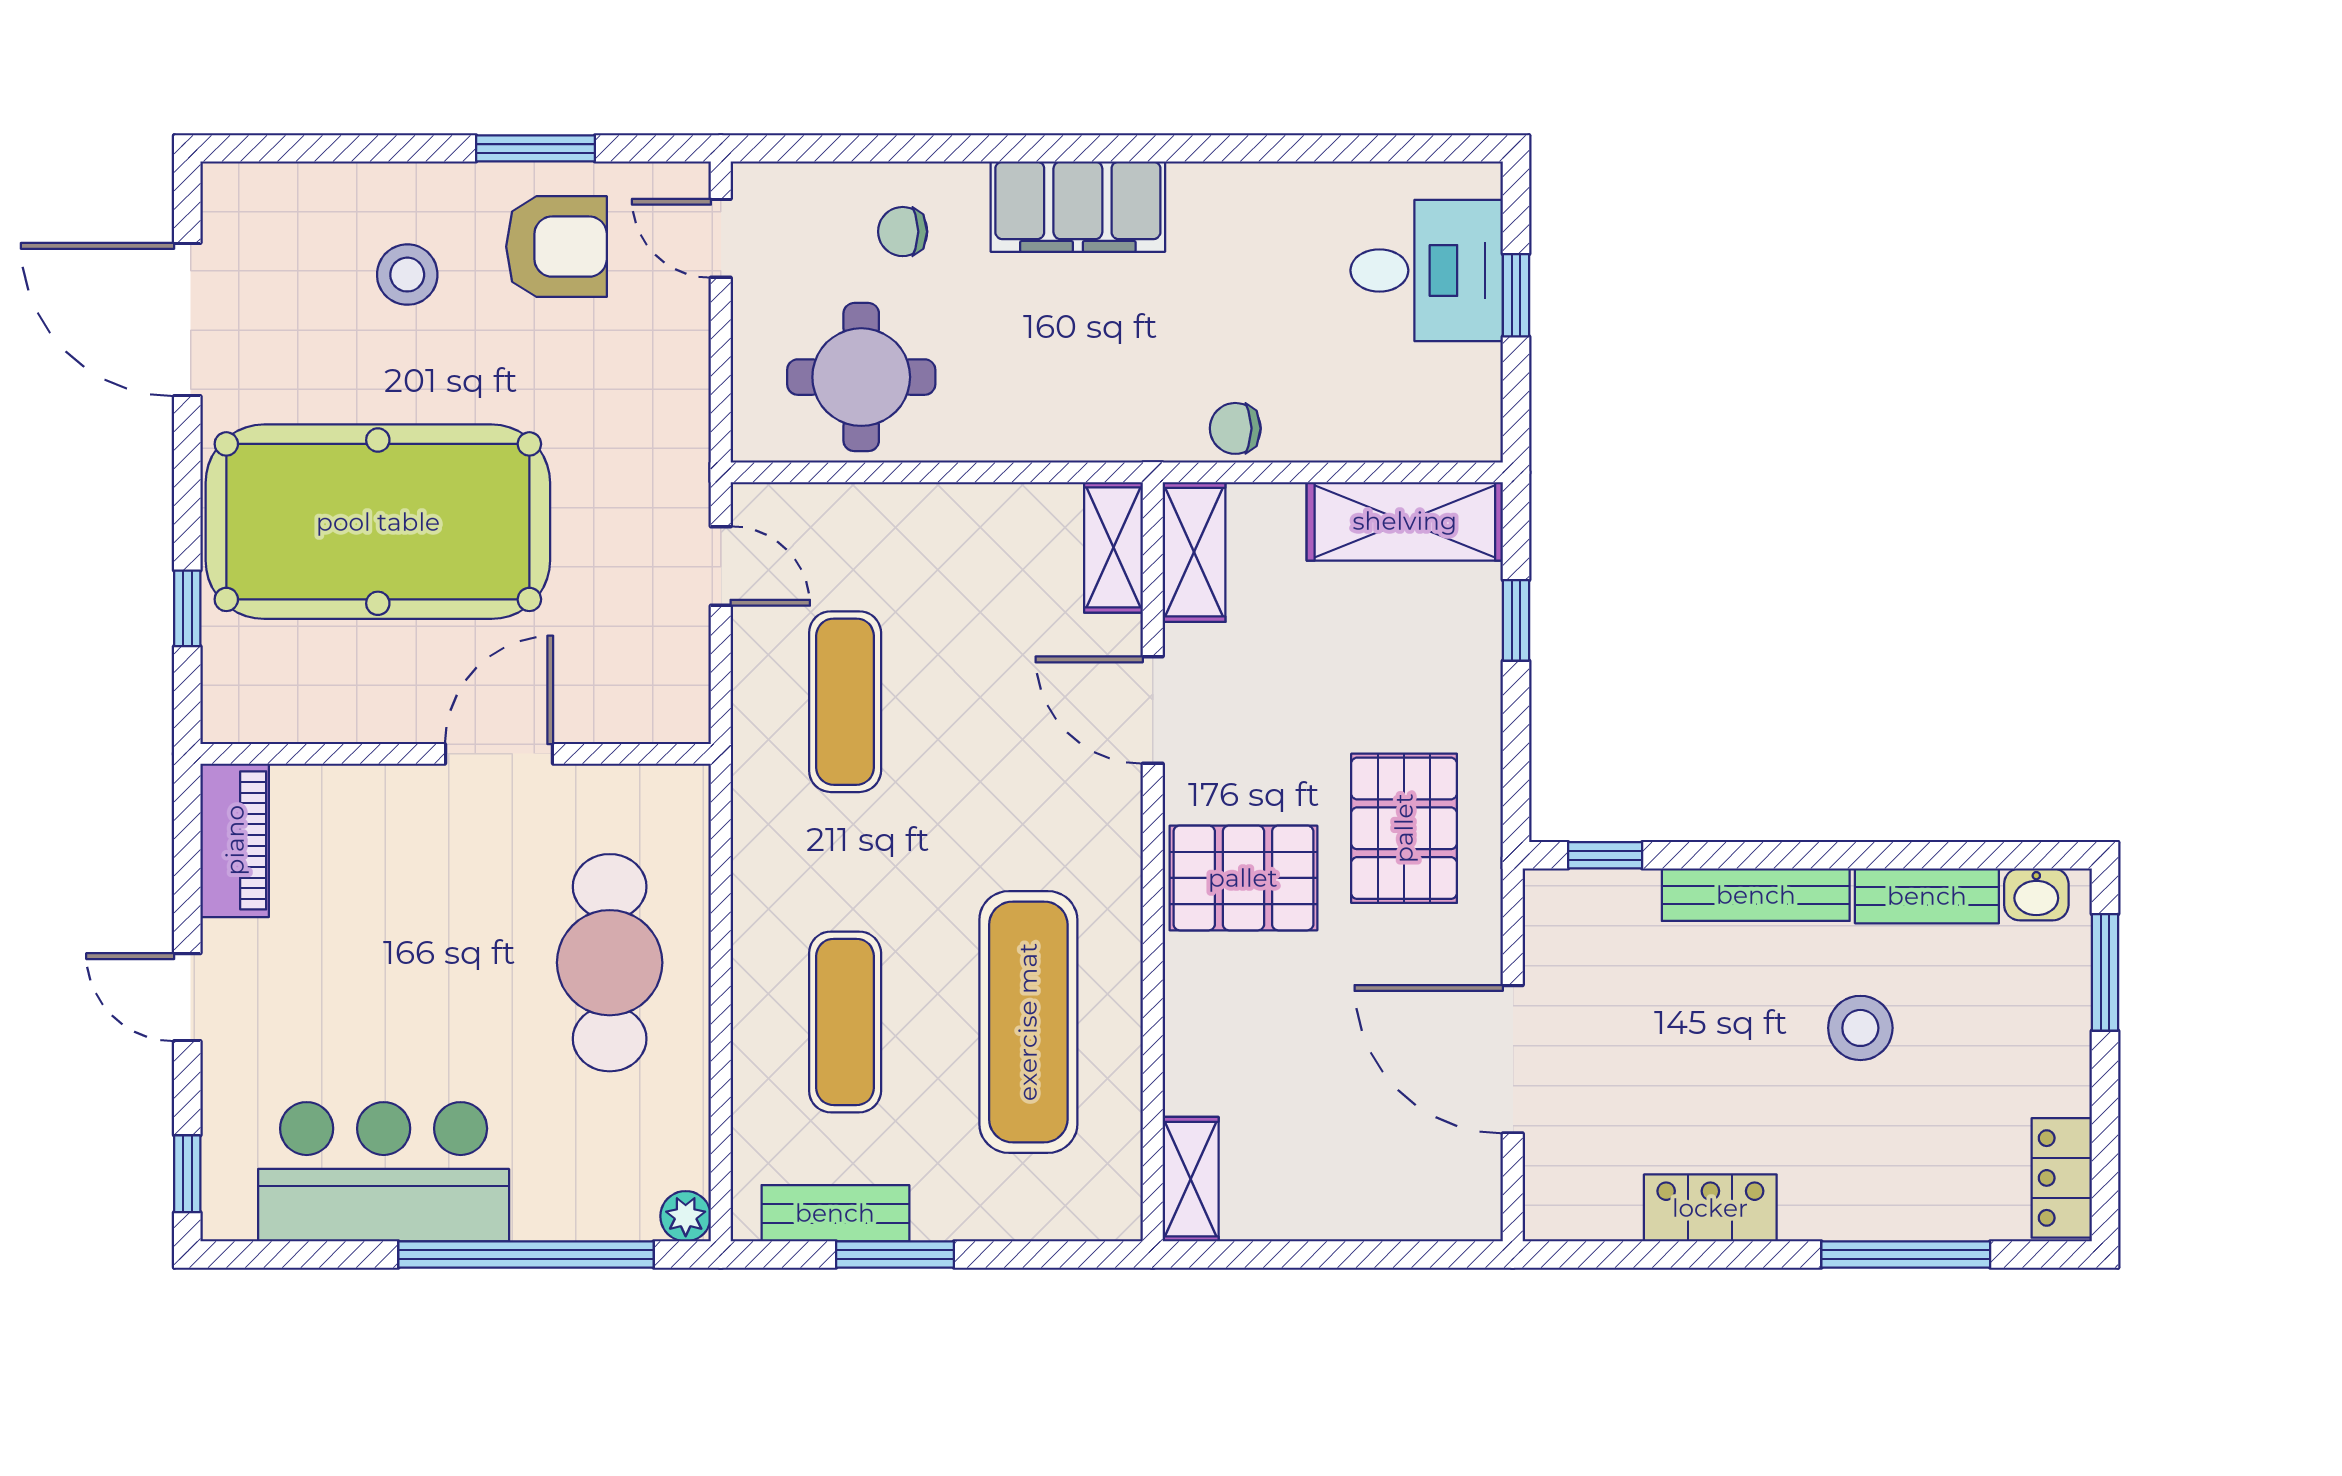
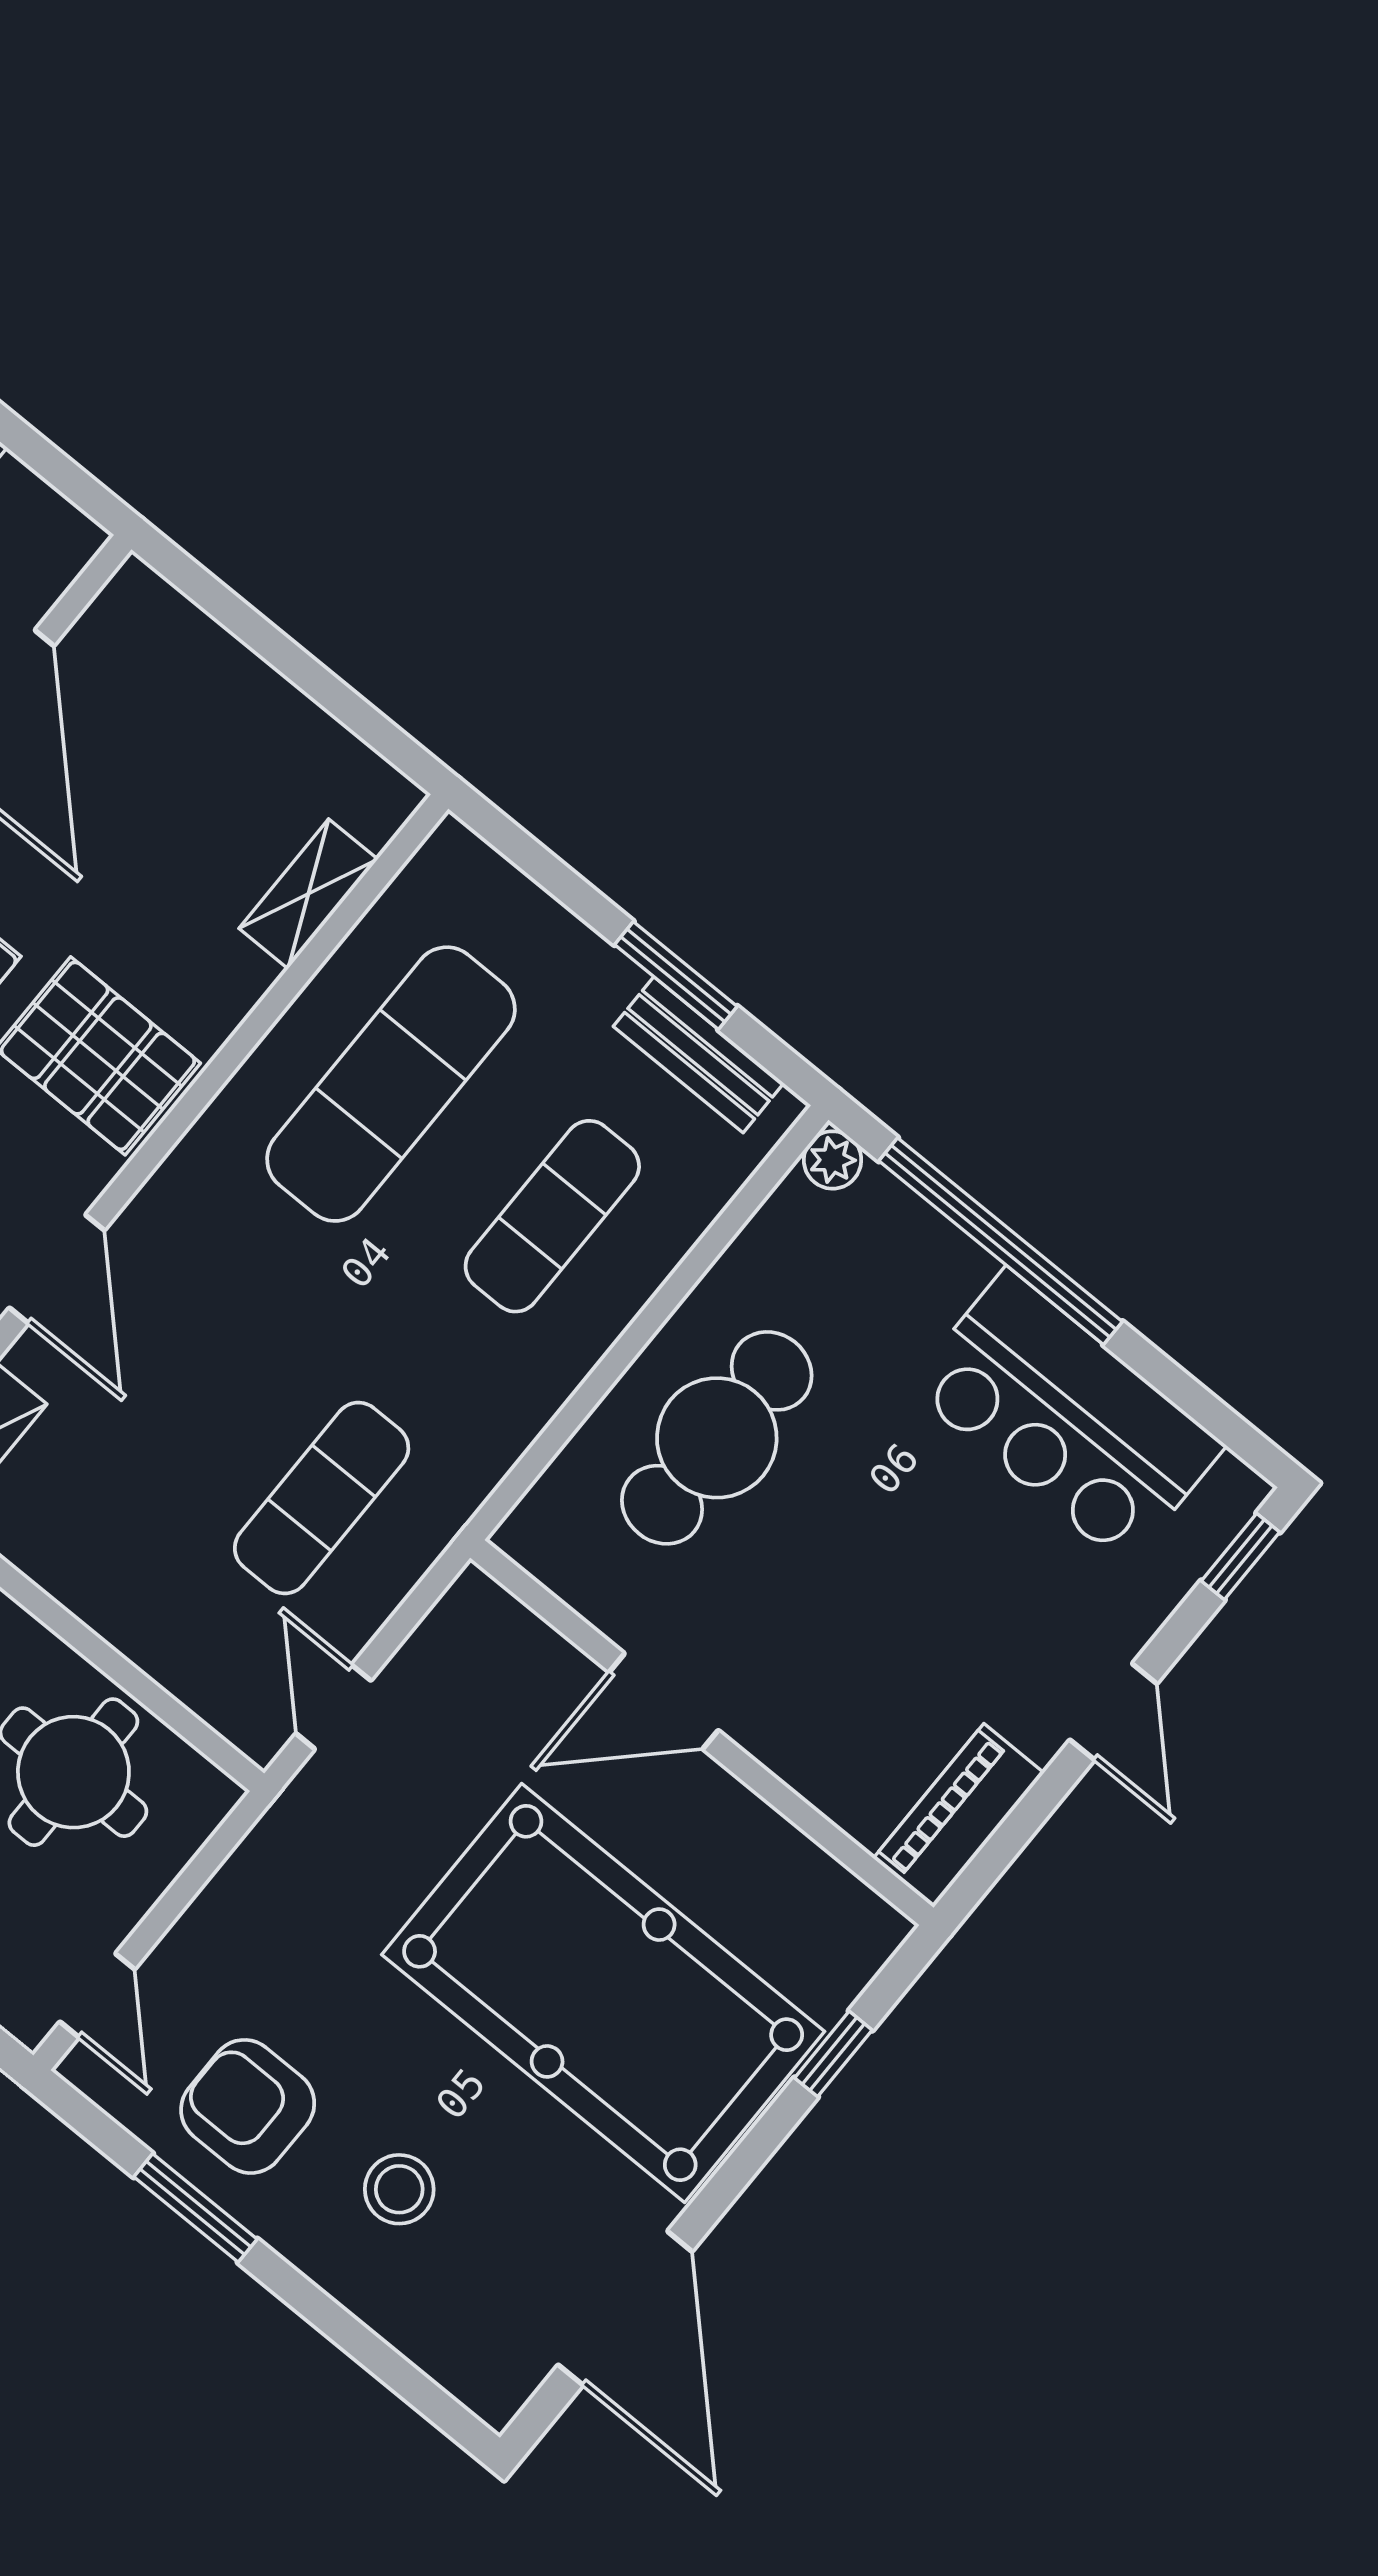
shelving: (1191, 1179) -> (308, 894), moved

